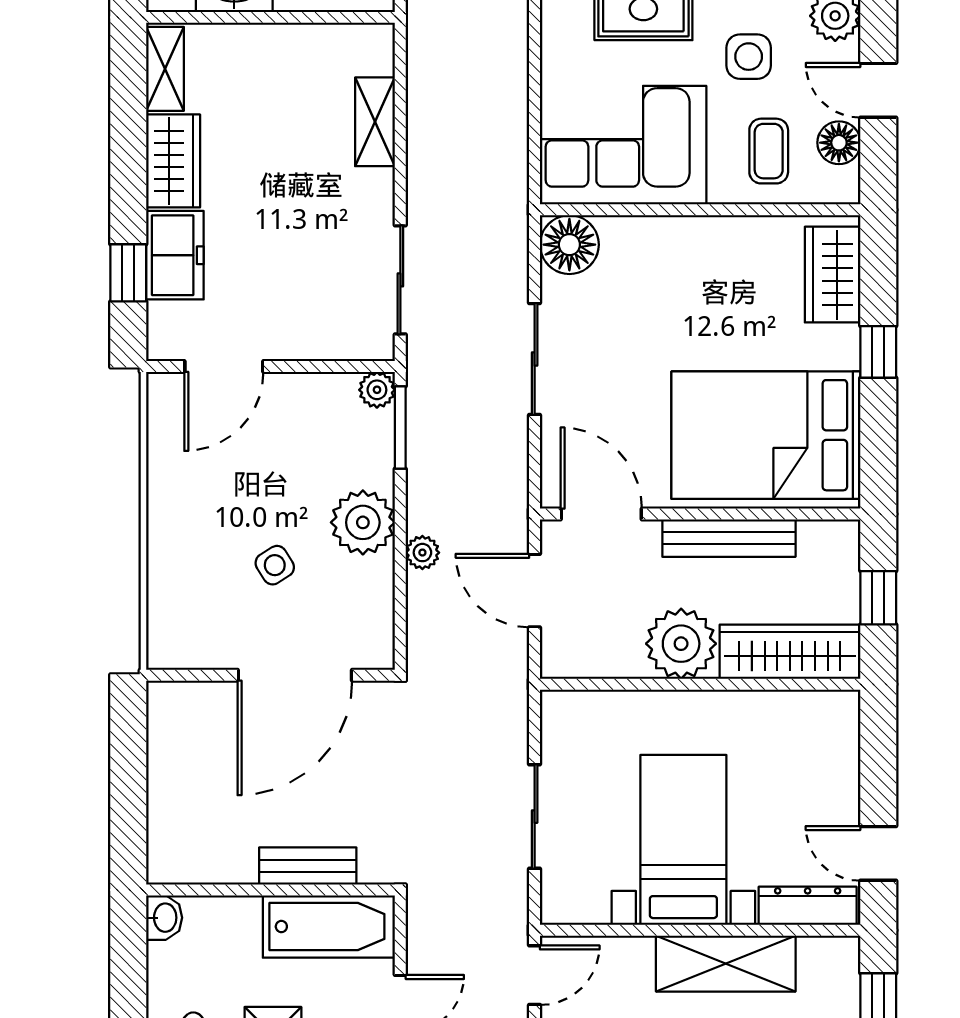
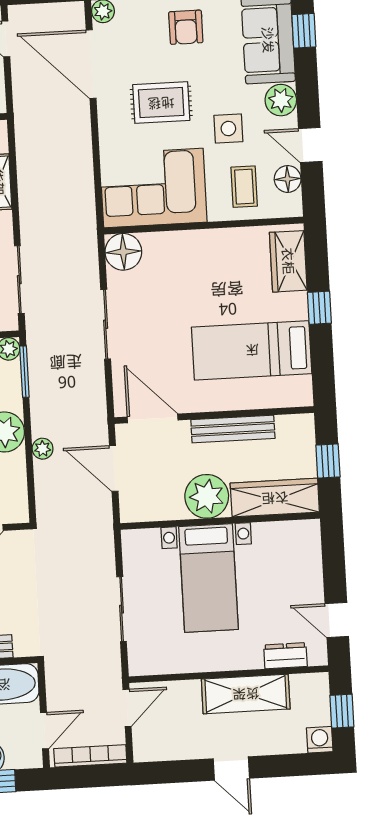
bed: (766, 435) -> (252, 350), width x0.67
bed with nightstands: (683, 840) -> (209, 578), moved, turned 180
dresser: (808, 906) -> (285, 656), width x0.70

